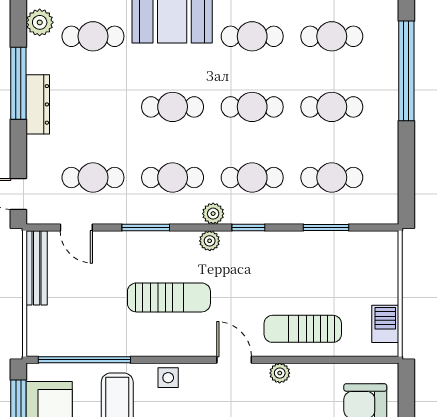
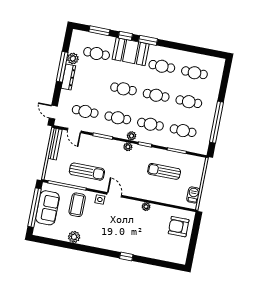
plant: (40, 22) -> (73, 58), moved
window: (406, 71) -> (217, 122), moved
sun lounger: (169, 297) -> (87, 172), moved
sun lounger: (303, 329) -> (164, 171), moved
door: (234, 360) -> (114, 195), moved

